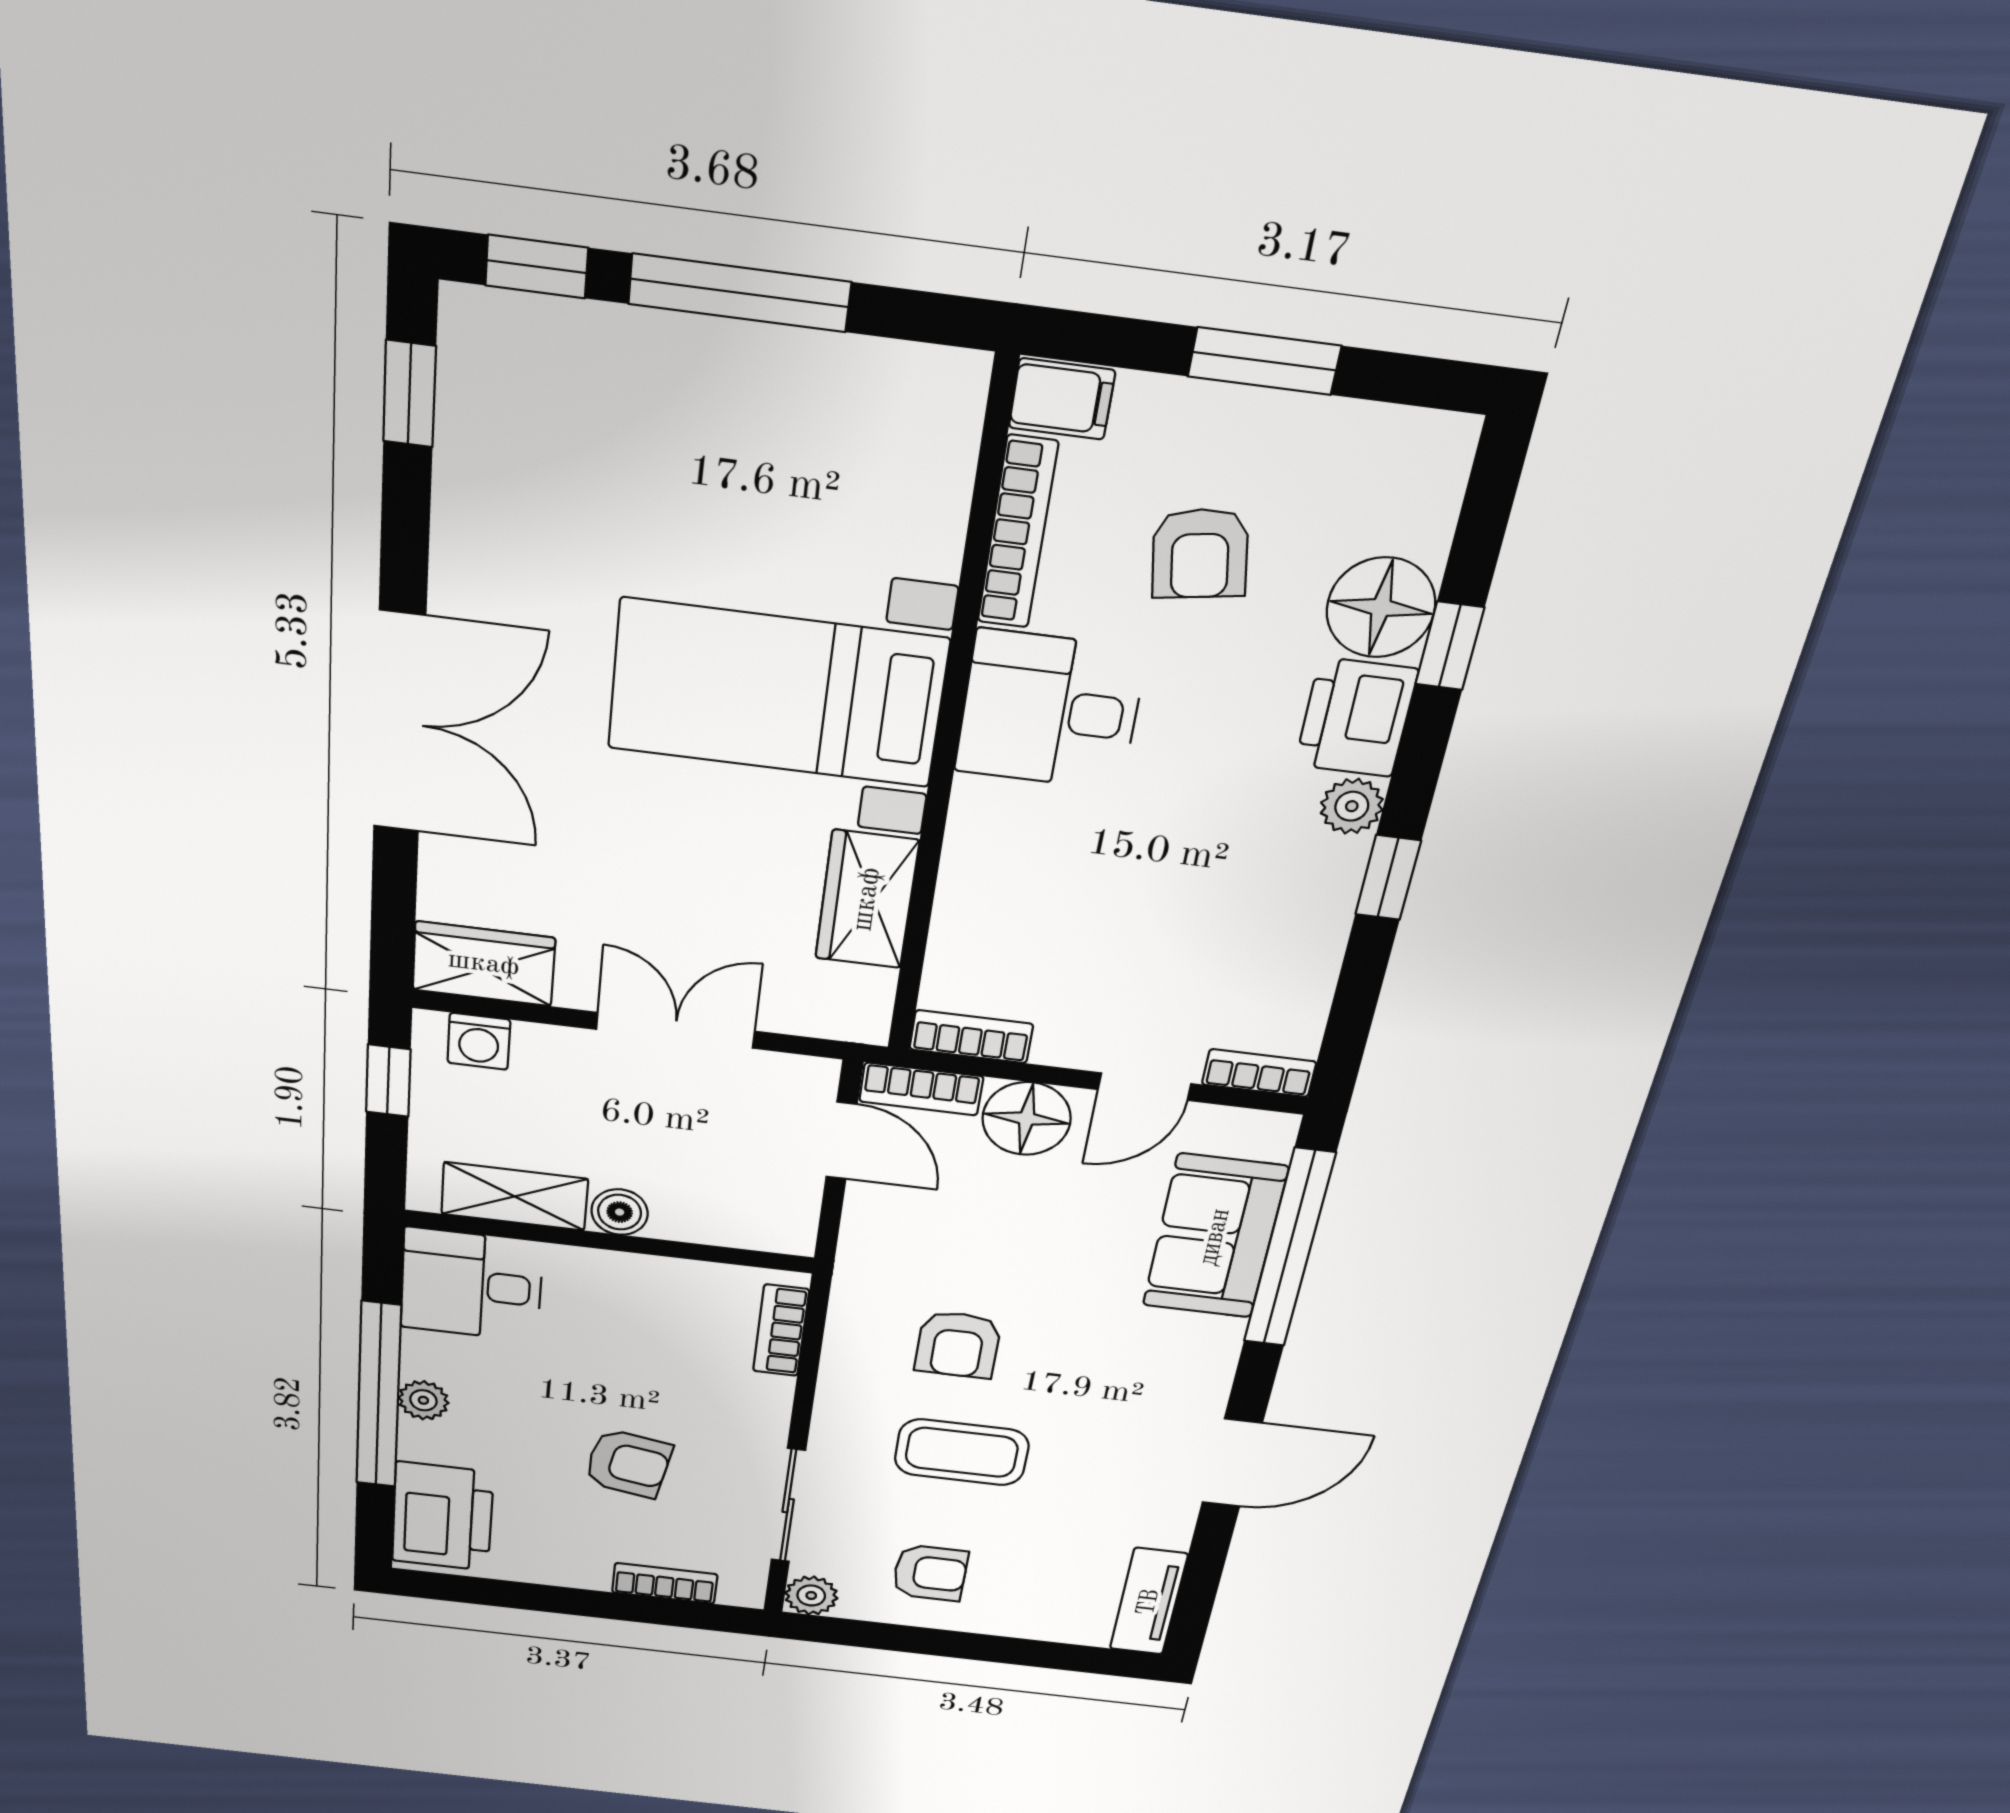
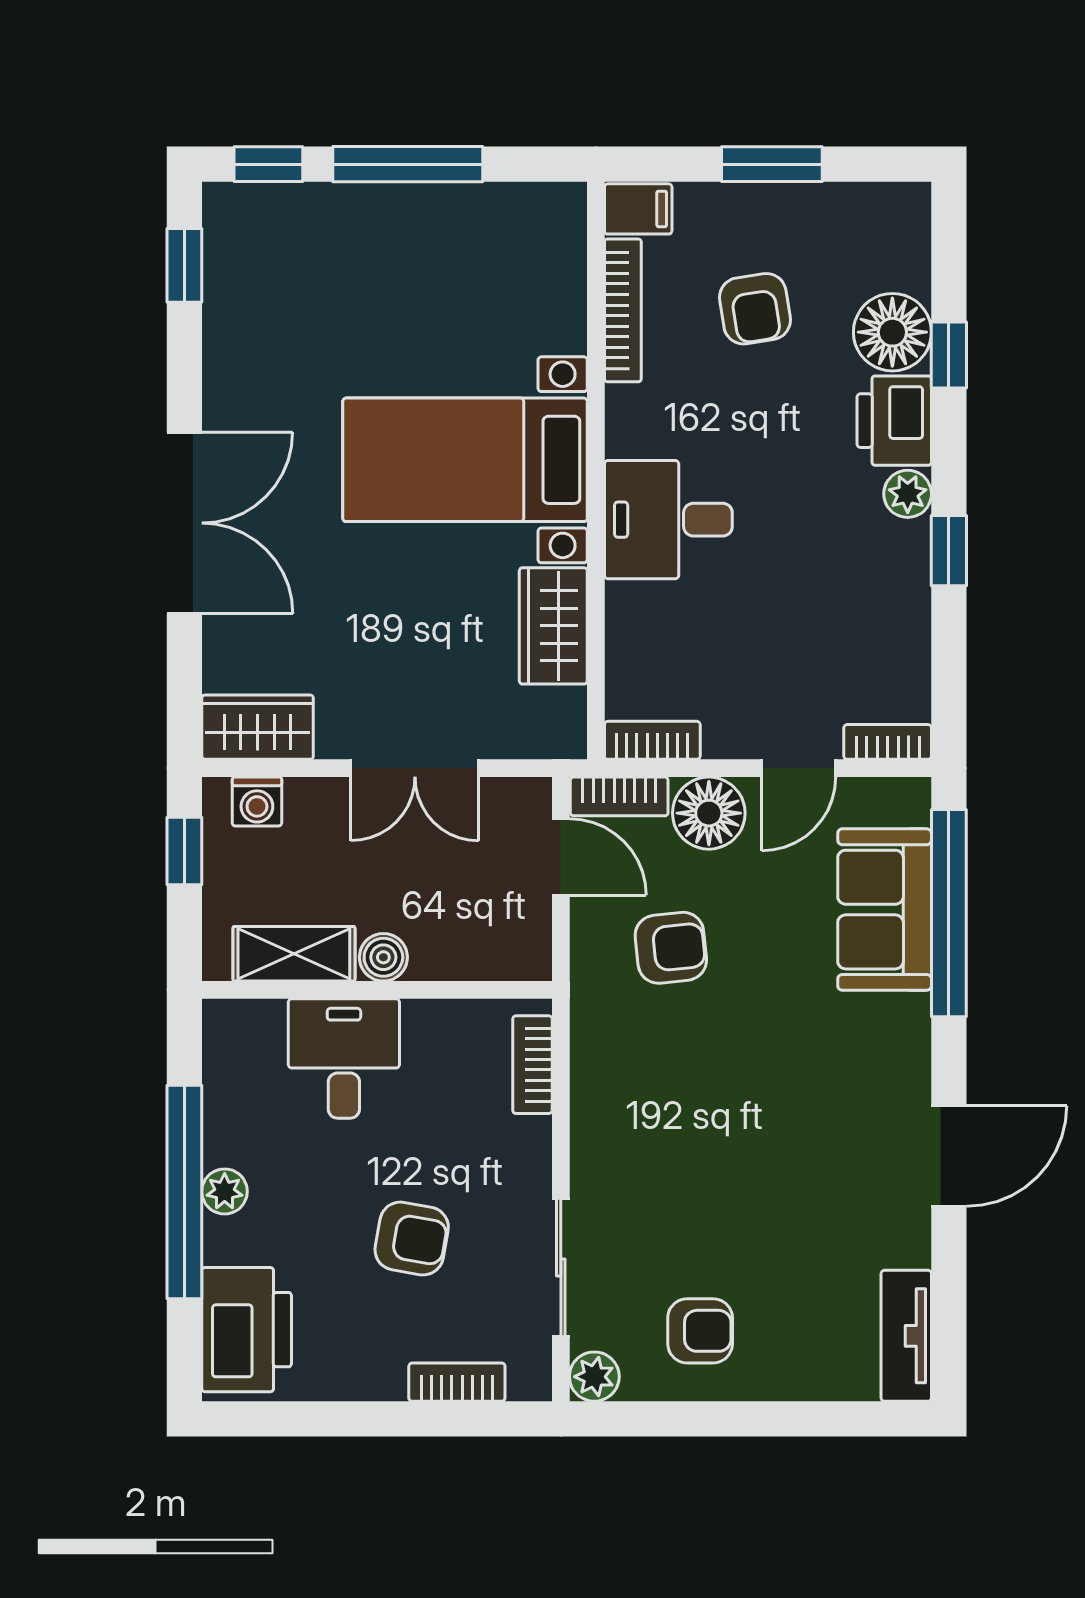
desk: (1050, 710) -> (668, 520), moved
double door: (675, 1030) -> (415, 768), swing flipped
desk: (471, 1285) -> (344, 1058), moved, turned 90
armchair: (958, 1345) -> (671, 948), moved, turned -96
coffee table: (962, 1452) -> (708, 1180), removed

